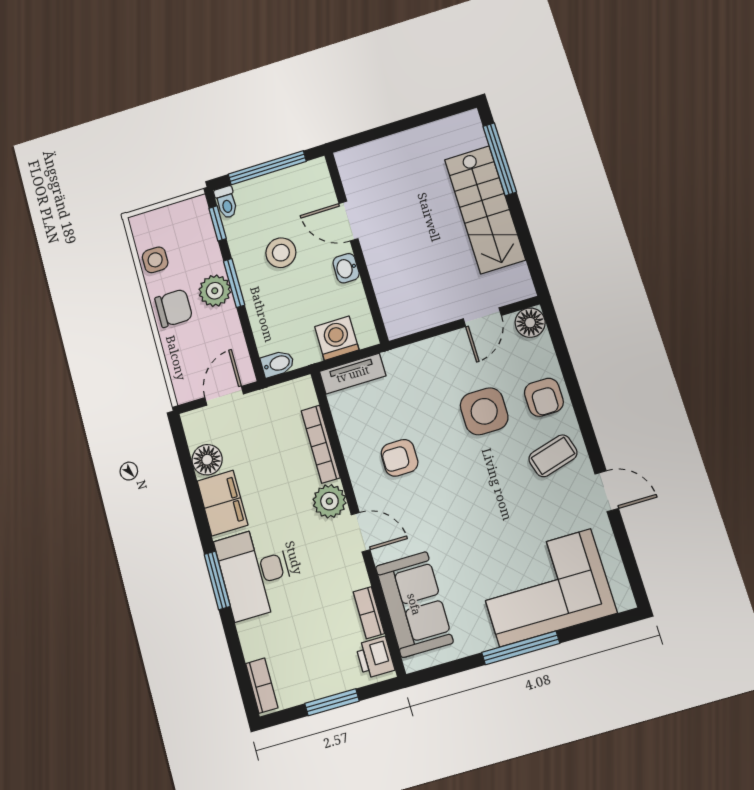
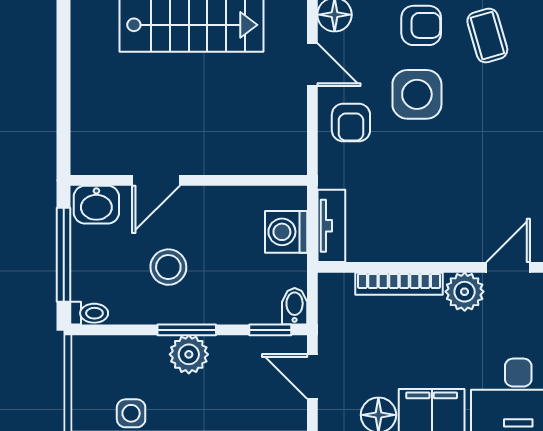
window: (217, 223) -> (270, 330), moved
washbasin: (346, 268) -> (96, 205), moved, width x1.38, depth x1.45
chair: (174, 308) -> (194, 407), removed
armchair: (400, 458) -> (351, 122), moved

